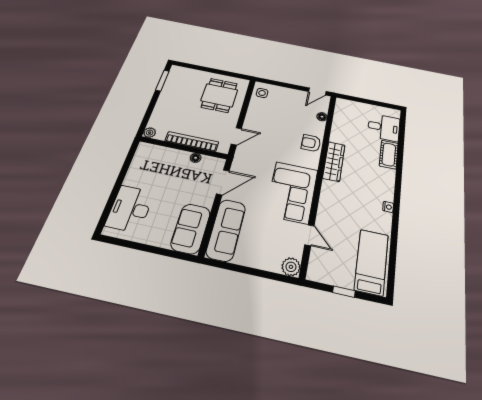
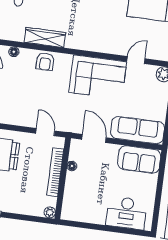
wardrobe: (334, 161) -> (45, 37), moved

